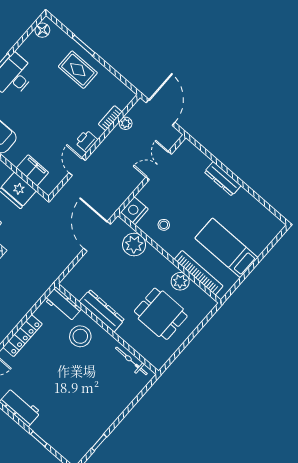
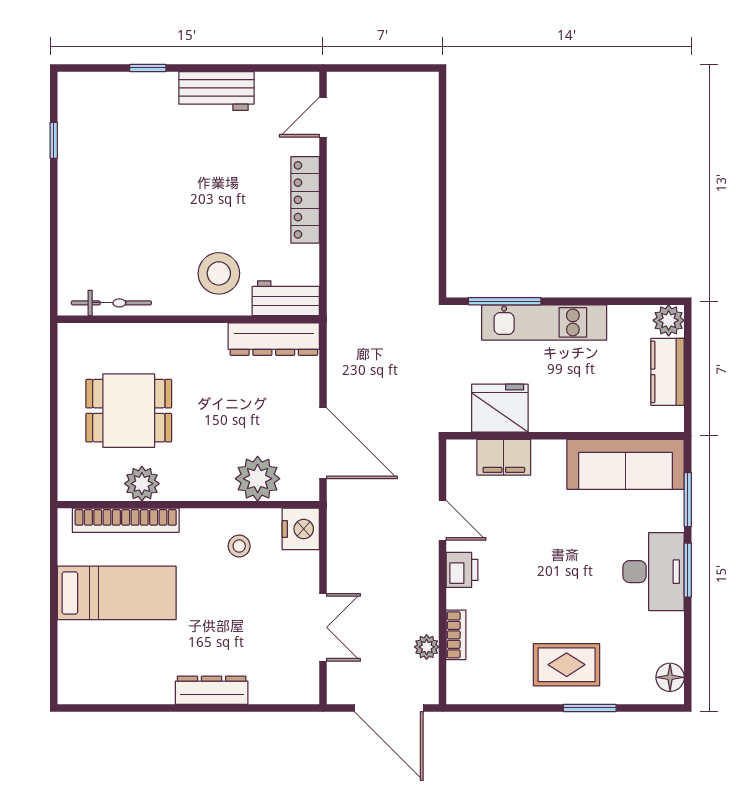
dresser: (102, 311) -> (274, 339), moved

